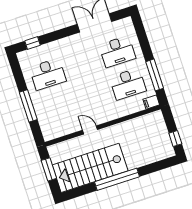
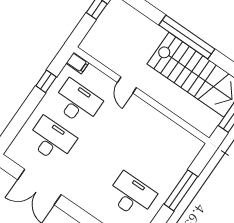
window: (155, 75) -> (46, 81), width x0.46
door: (90, 130) -> (127, 85), moved

